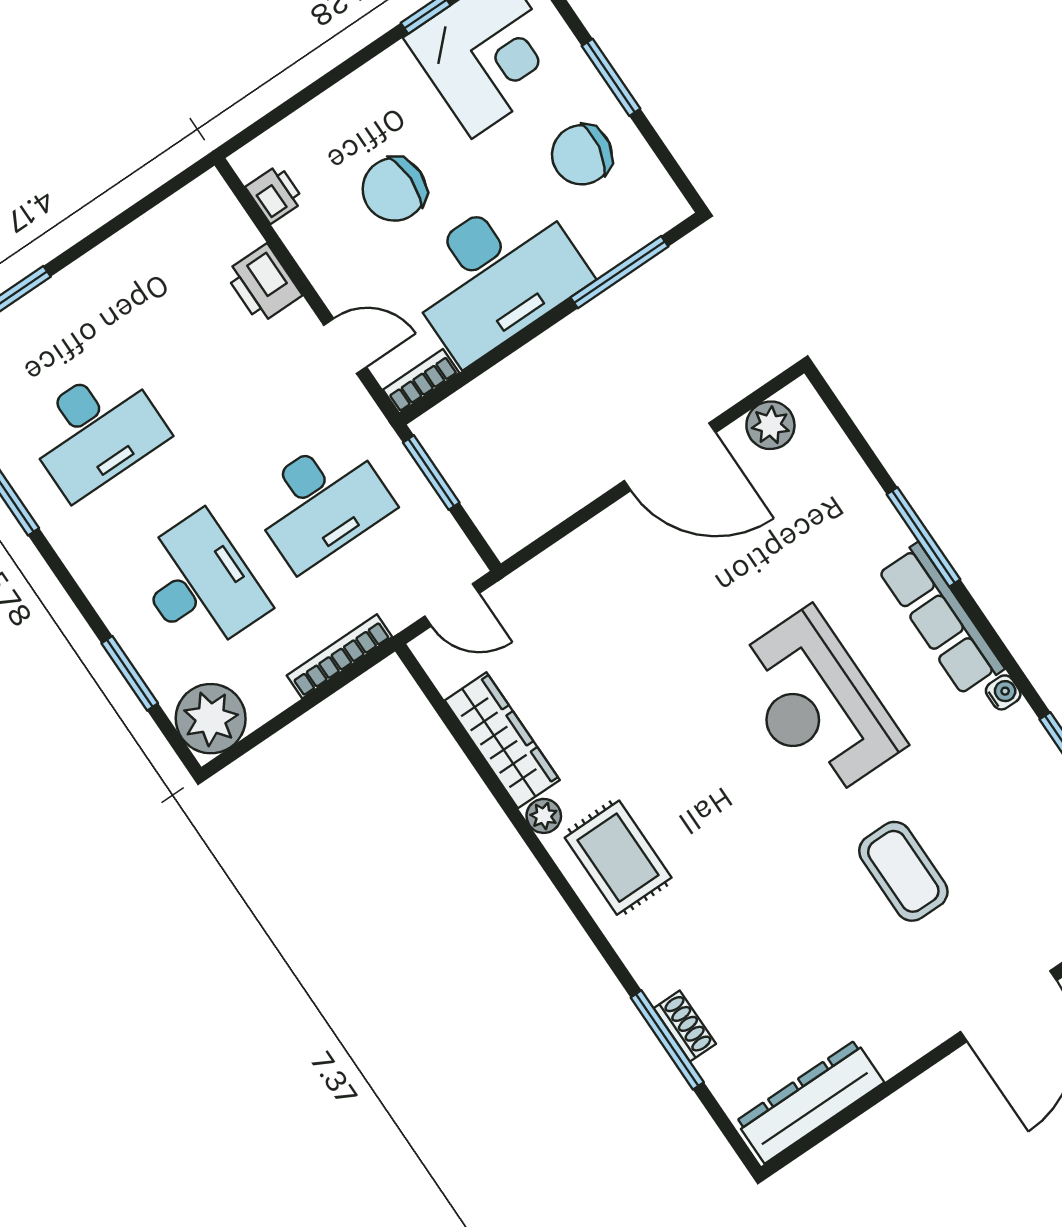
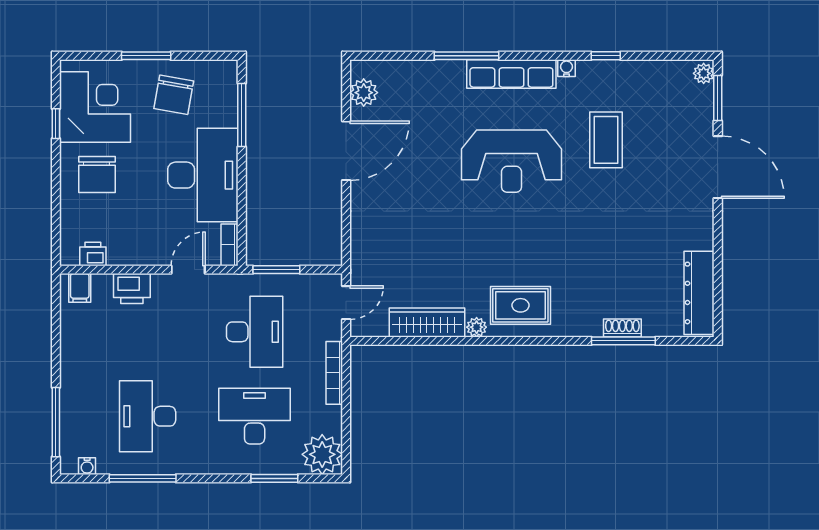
chair: (394, 189) -> (97, 175), moved
filing cabinet: (213, 208) -> (80, 288), added
desk: (95, 431) -> (148, 416), turned 180
coffee table: (903, 871) -> (606, 140), moved, turned 90

